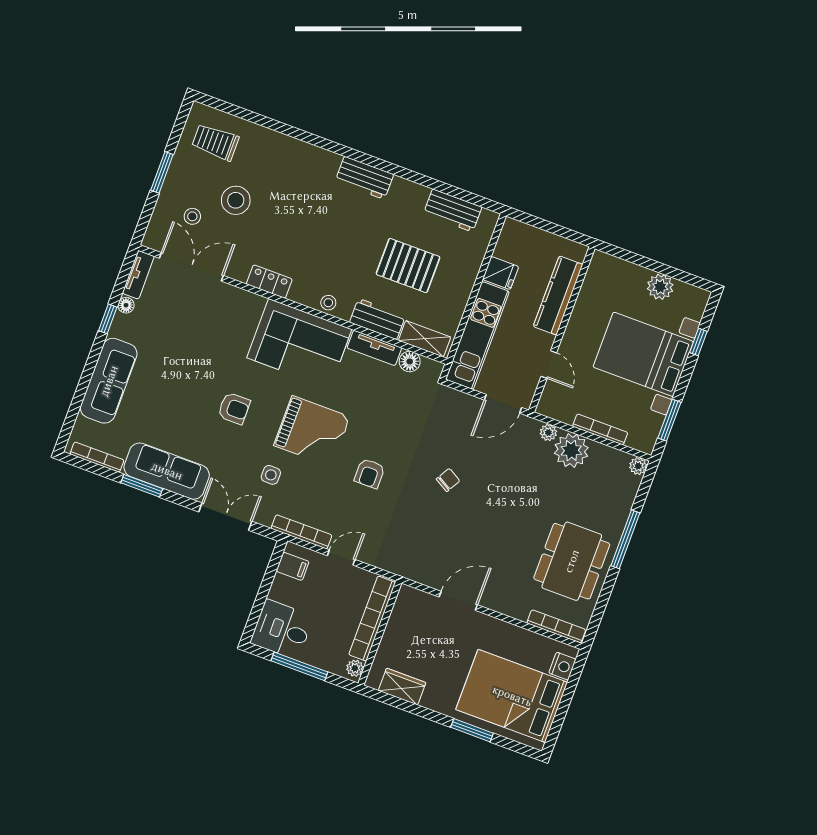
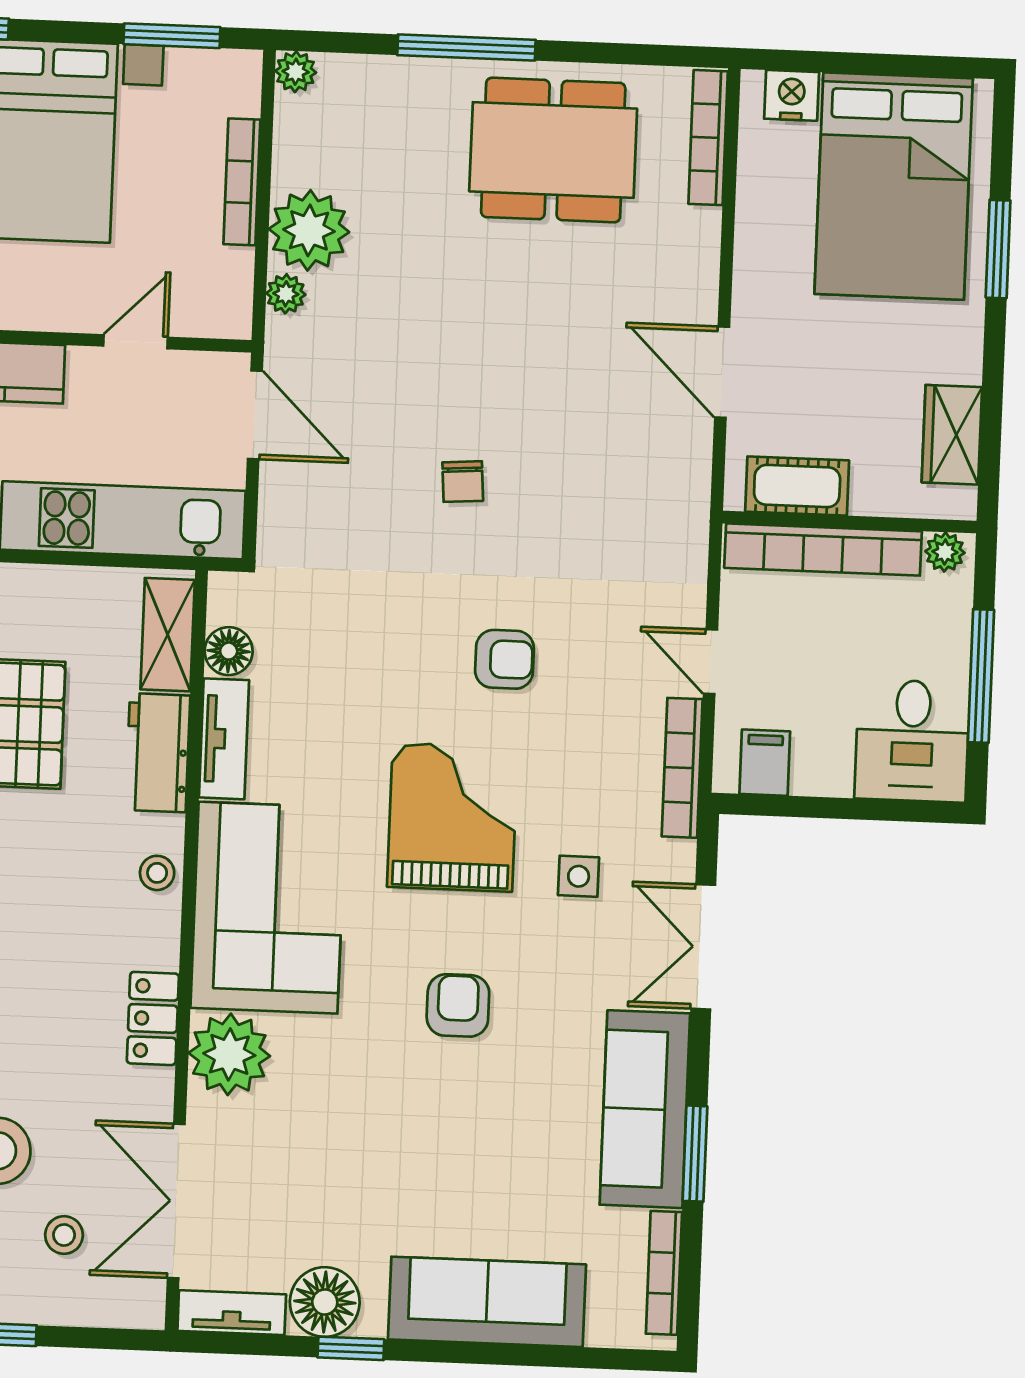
floor lamp: (126, 305) -> (325, 1302), width x1.89, depth x1.89
plant: (244, 308) -> (229, 1054), added
chair: (448, 480) -> (463, 482), turned -124
cot: (402, 616) -> (797, 486), added

